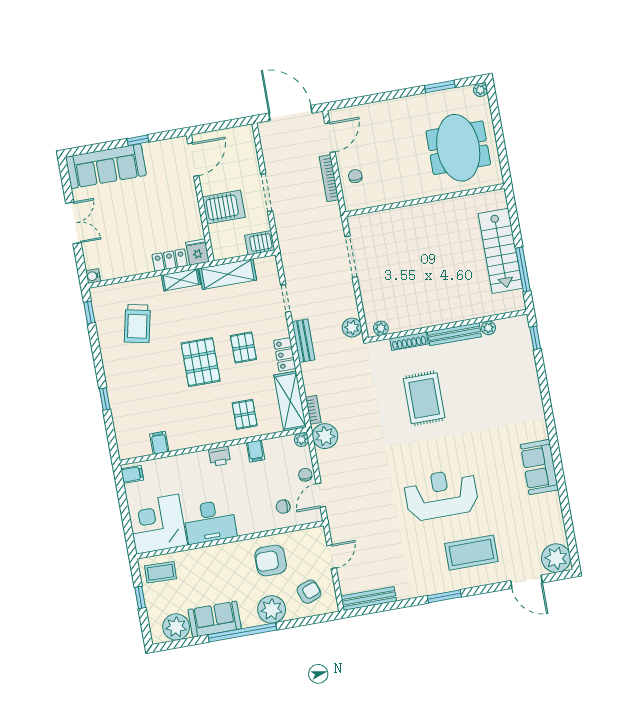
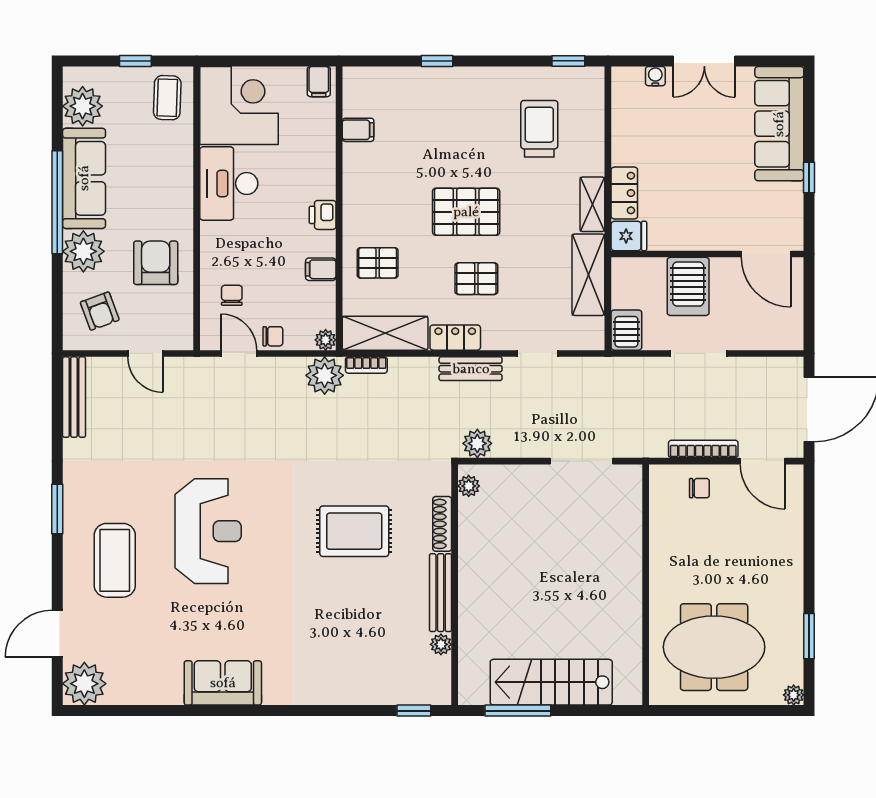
water cooler: (93, 276) -> (655, 76), moved
trolley: (137, 324) -> (539, 129), turned 78
sofa: (215, 619) -> (84, 178), width x1.36

